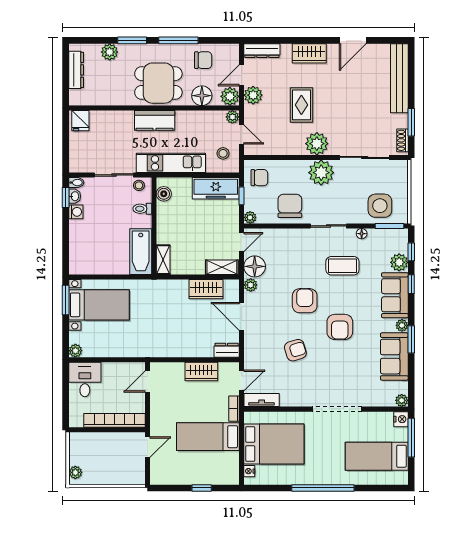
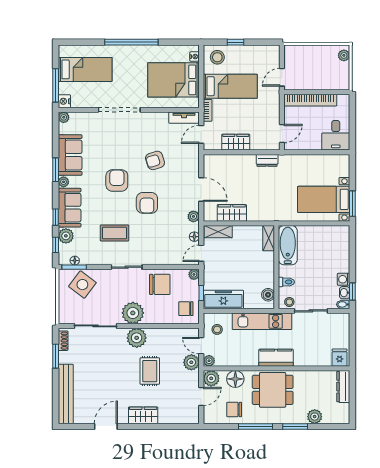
dresser: (262, 51) -> (184, 418), removed
dresser: (76, 70) -> (343, 387), moved
plant: (253, 95) -> (191, 362), moved
chair: (290, 206) -> (160, 284), turned -90
side table: (380, 206) -> (82, 285), turned 37
floor lamp: (362, 234) -> (75, 261), moved
floor lamp: (255, 266) -> (194, 237), width x0.53, depth x0.53
dresser: (227, 350) -> (267, 160), moved
plant: (75, 351) -> (344, 160), removed
stool: (223, 470) -> (217, 57), added

